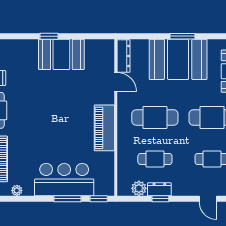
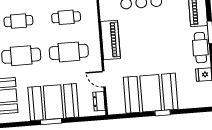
booth: (61, 54) -> (151, 93), width x1.36, depth x1.42
dresser: (124, 56) -> (99, 101), width x0.70

